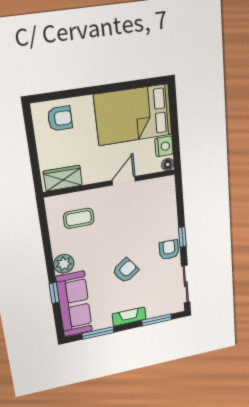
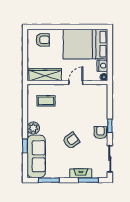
wardrobe: (63, 178) -> (45, 75), width x1.50
fireplace: (129, 317) -> (81, 173), moved

